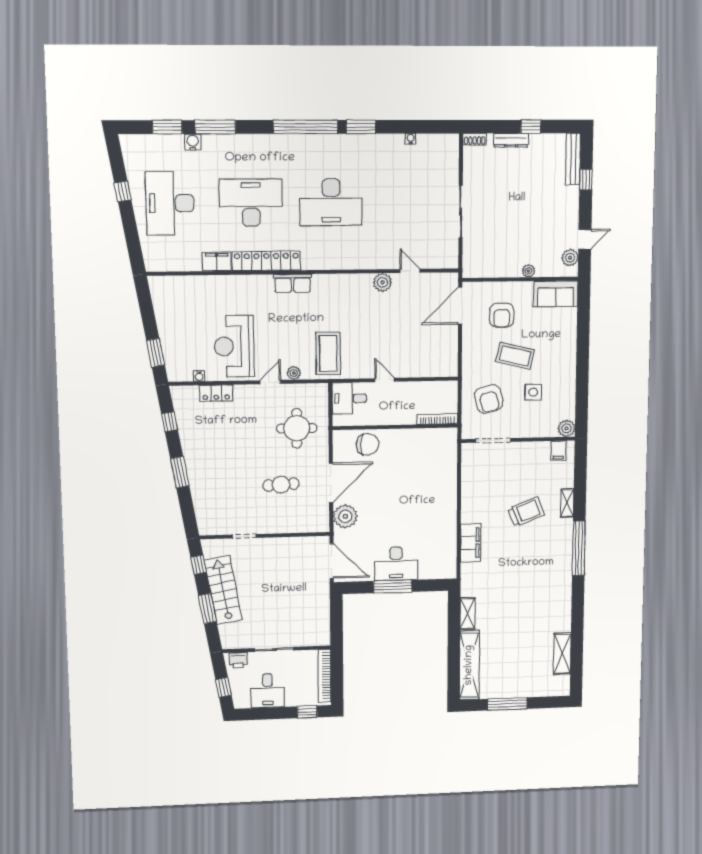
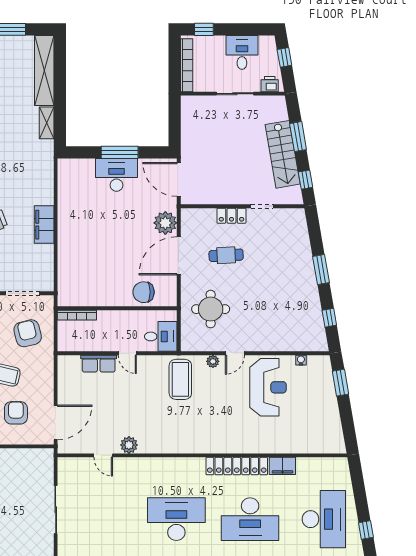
row of seats: (293, 283) -> (99, 364), moved, turned 180
locker: (216, 393) -> (231, 216), moved, turned 180
filing cabinet: (471, 543) -> (44, 225), moved

